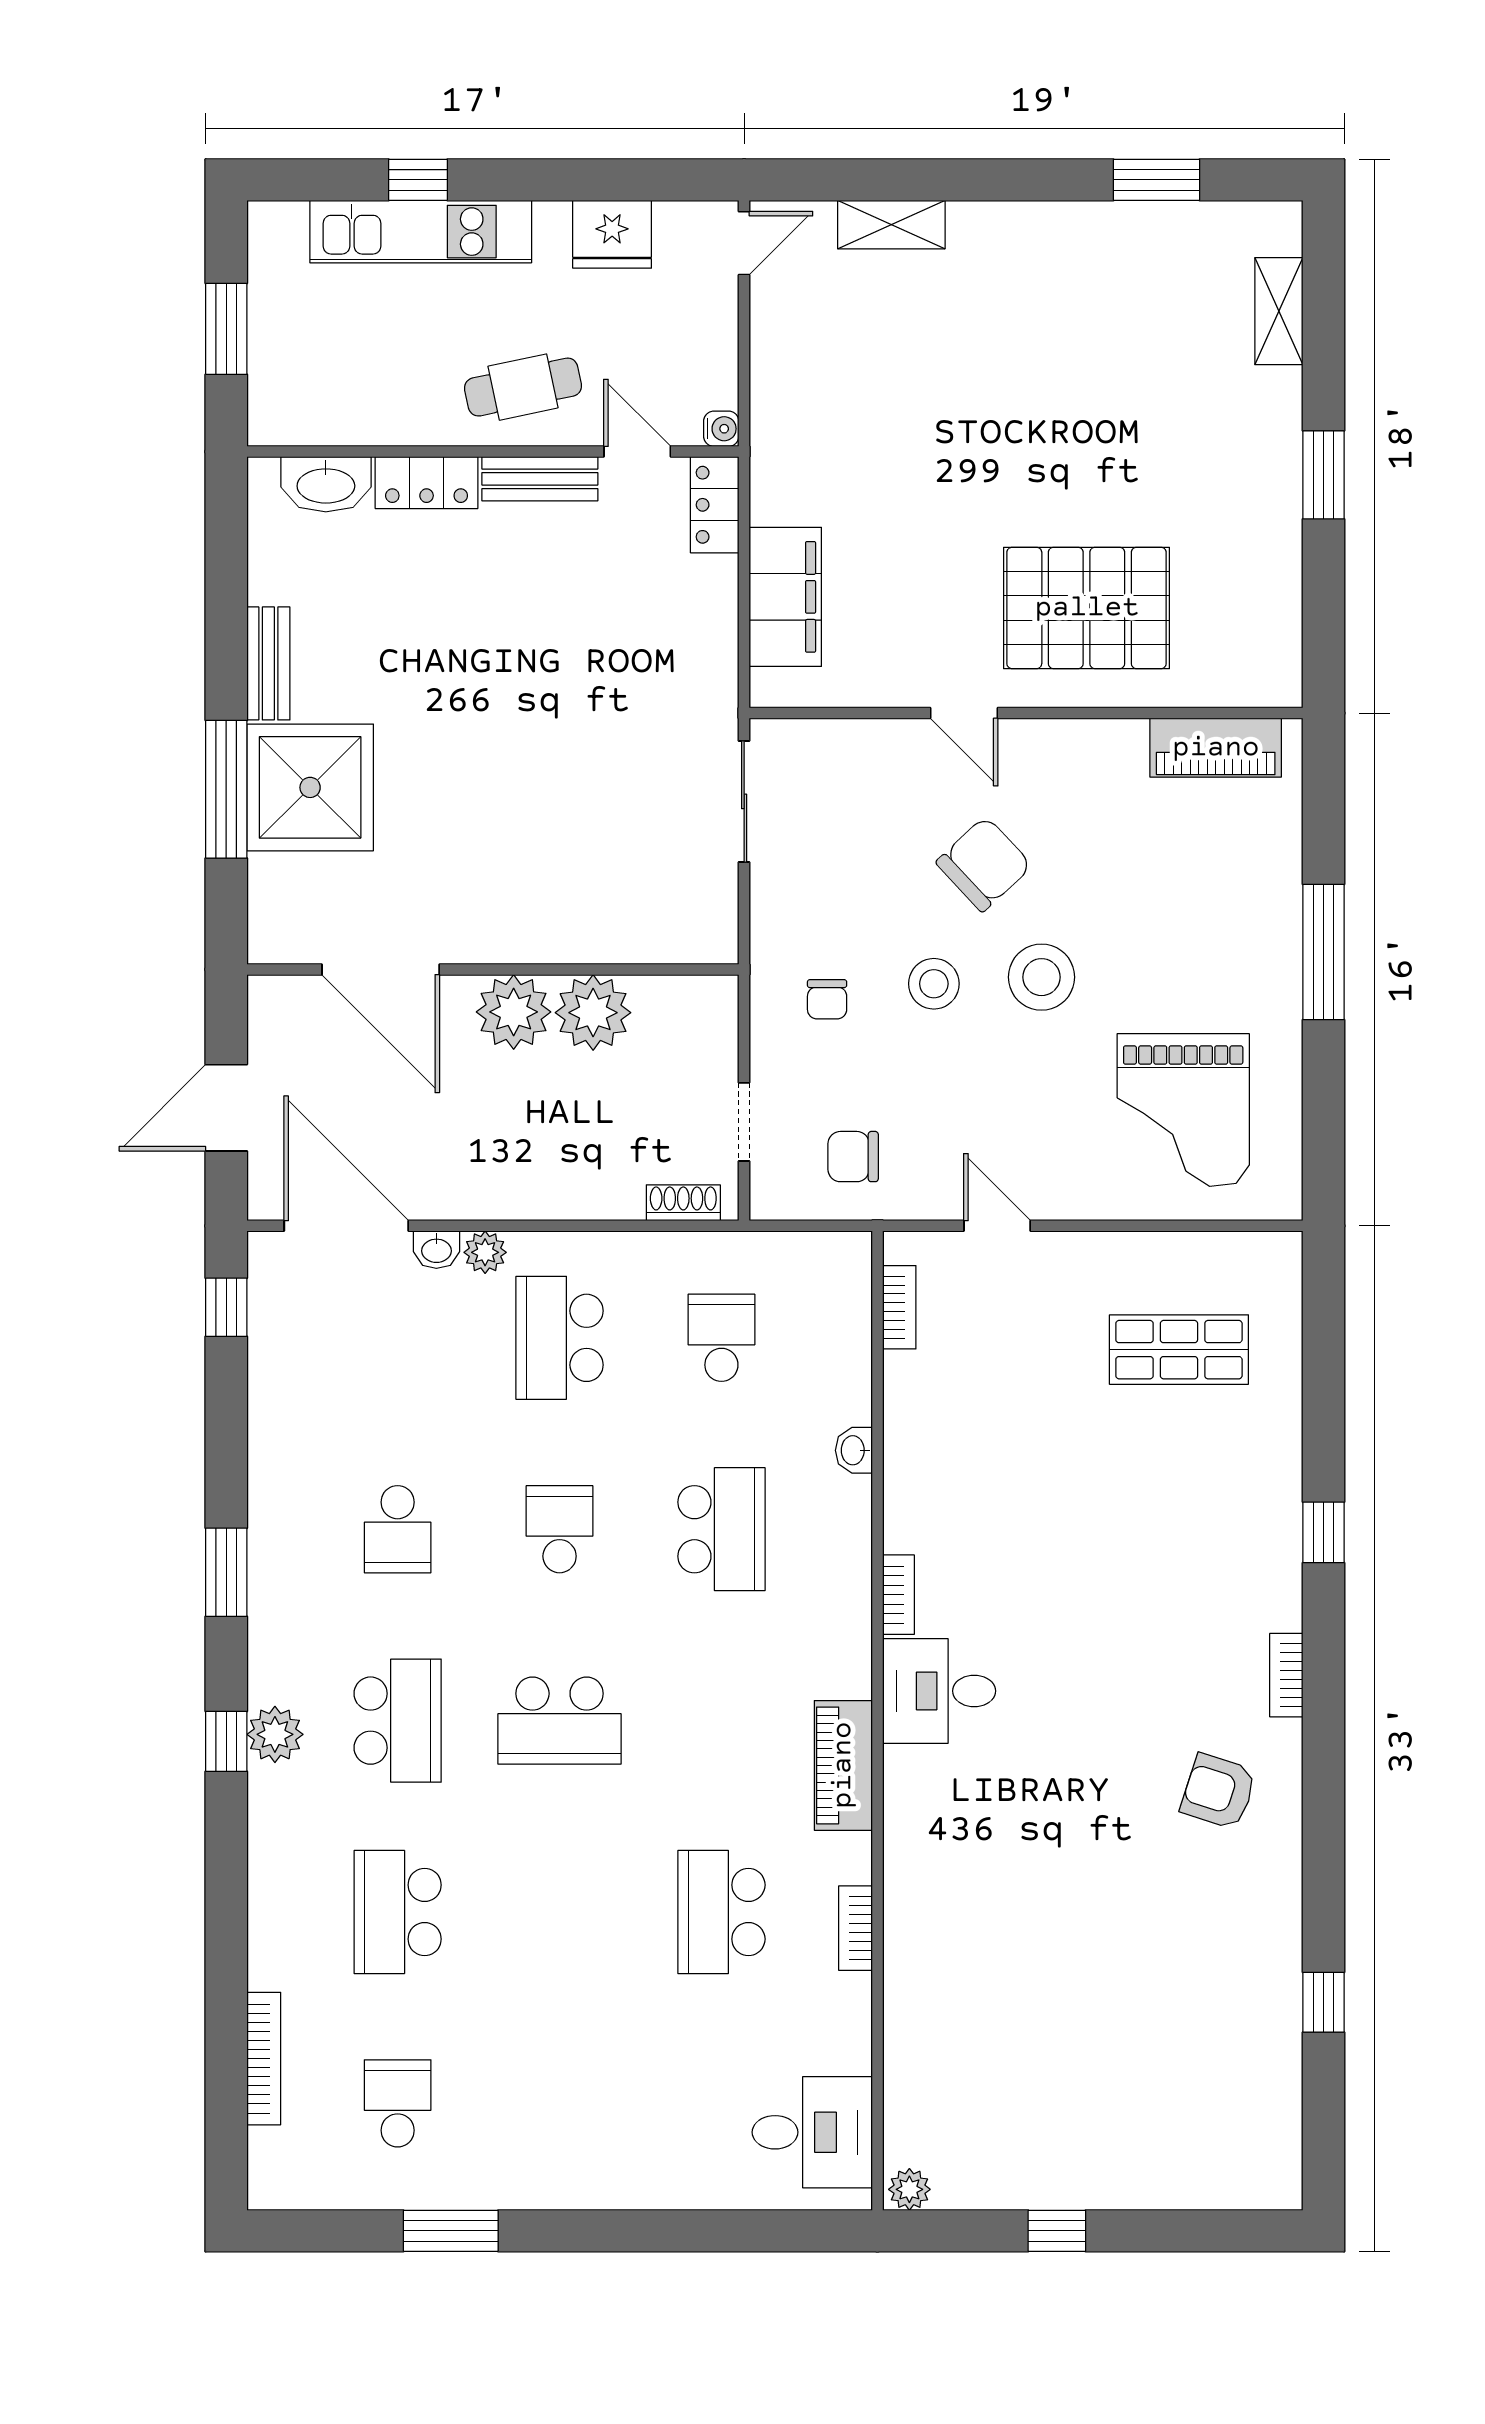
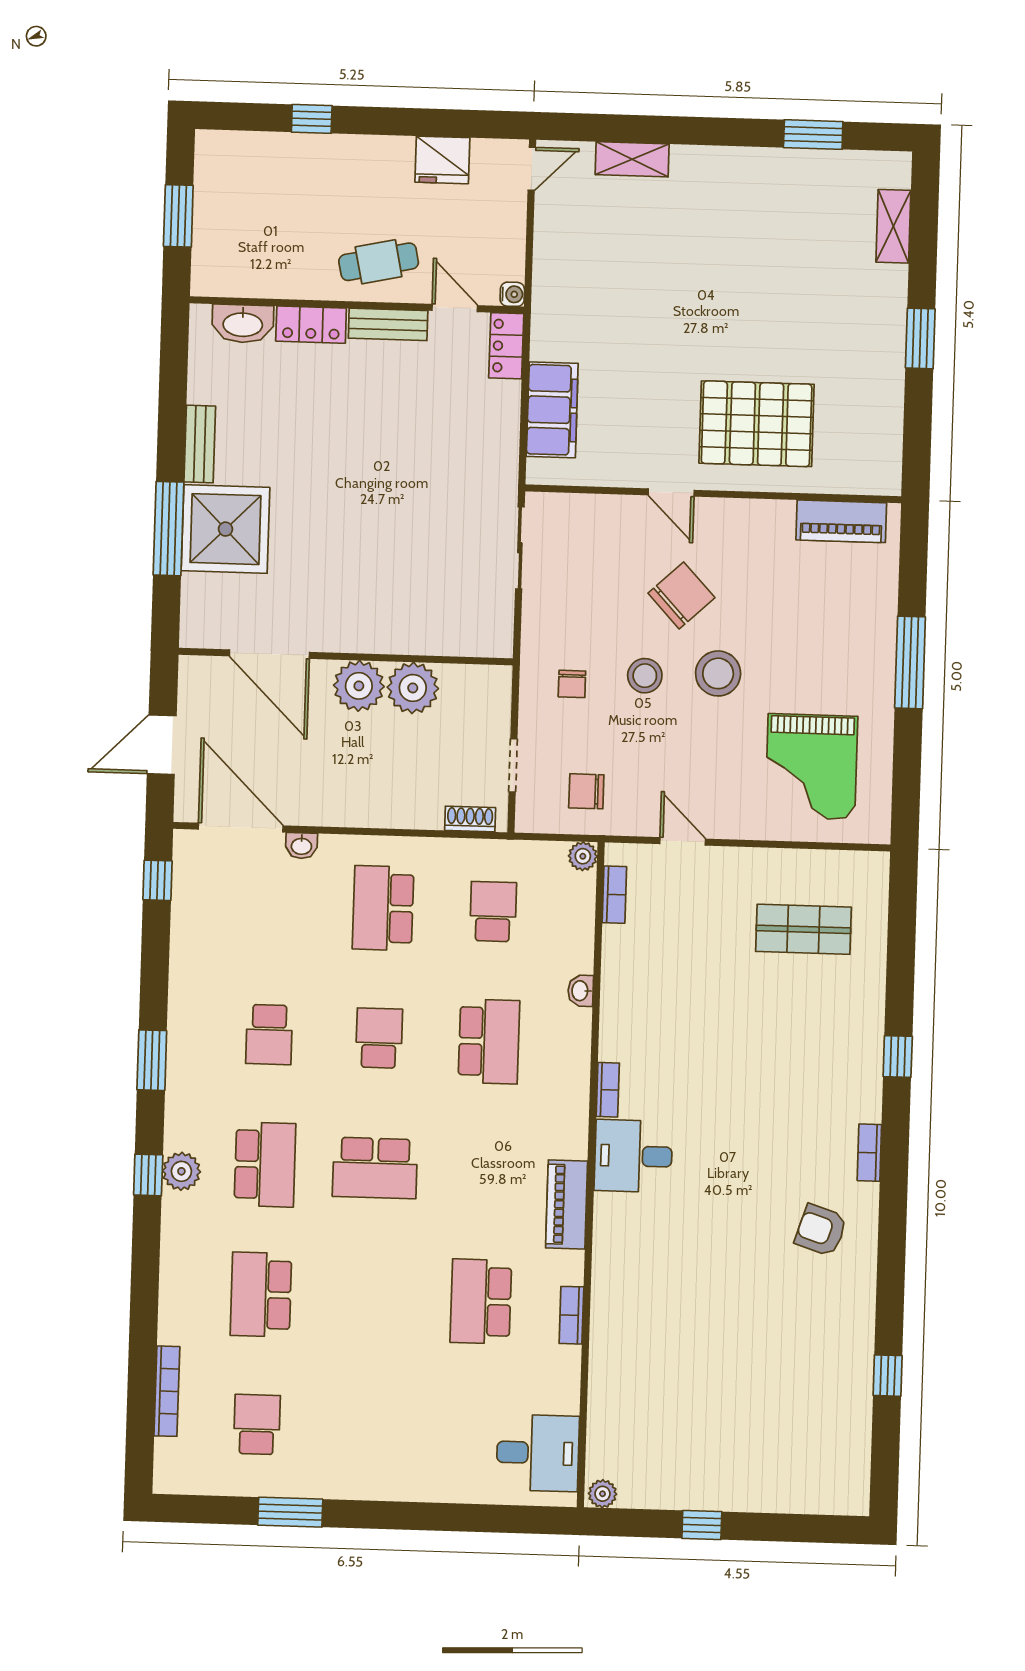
kitchen unit: (421, 232) -> (312, 154), removed
plant: (485, 1252) -> (583, 856), moved

